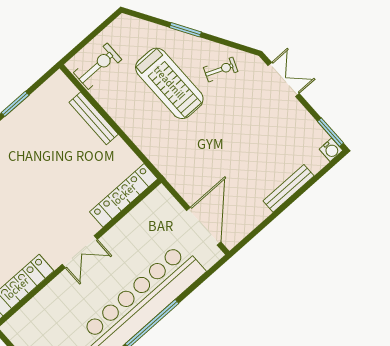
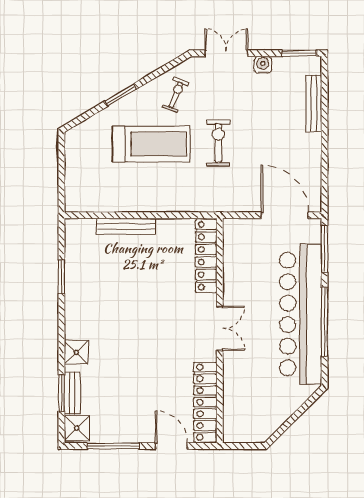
exercise bike: (98, 66) -> (218, 143), moved
water cooler: (331, 150) -> (263, 65), moved, turned -90
bench: (289, 188) -> (314, 103), moved
window: (205, 277) -> (325, 249), added

